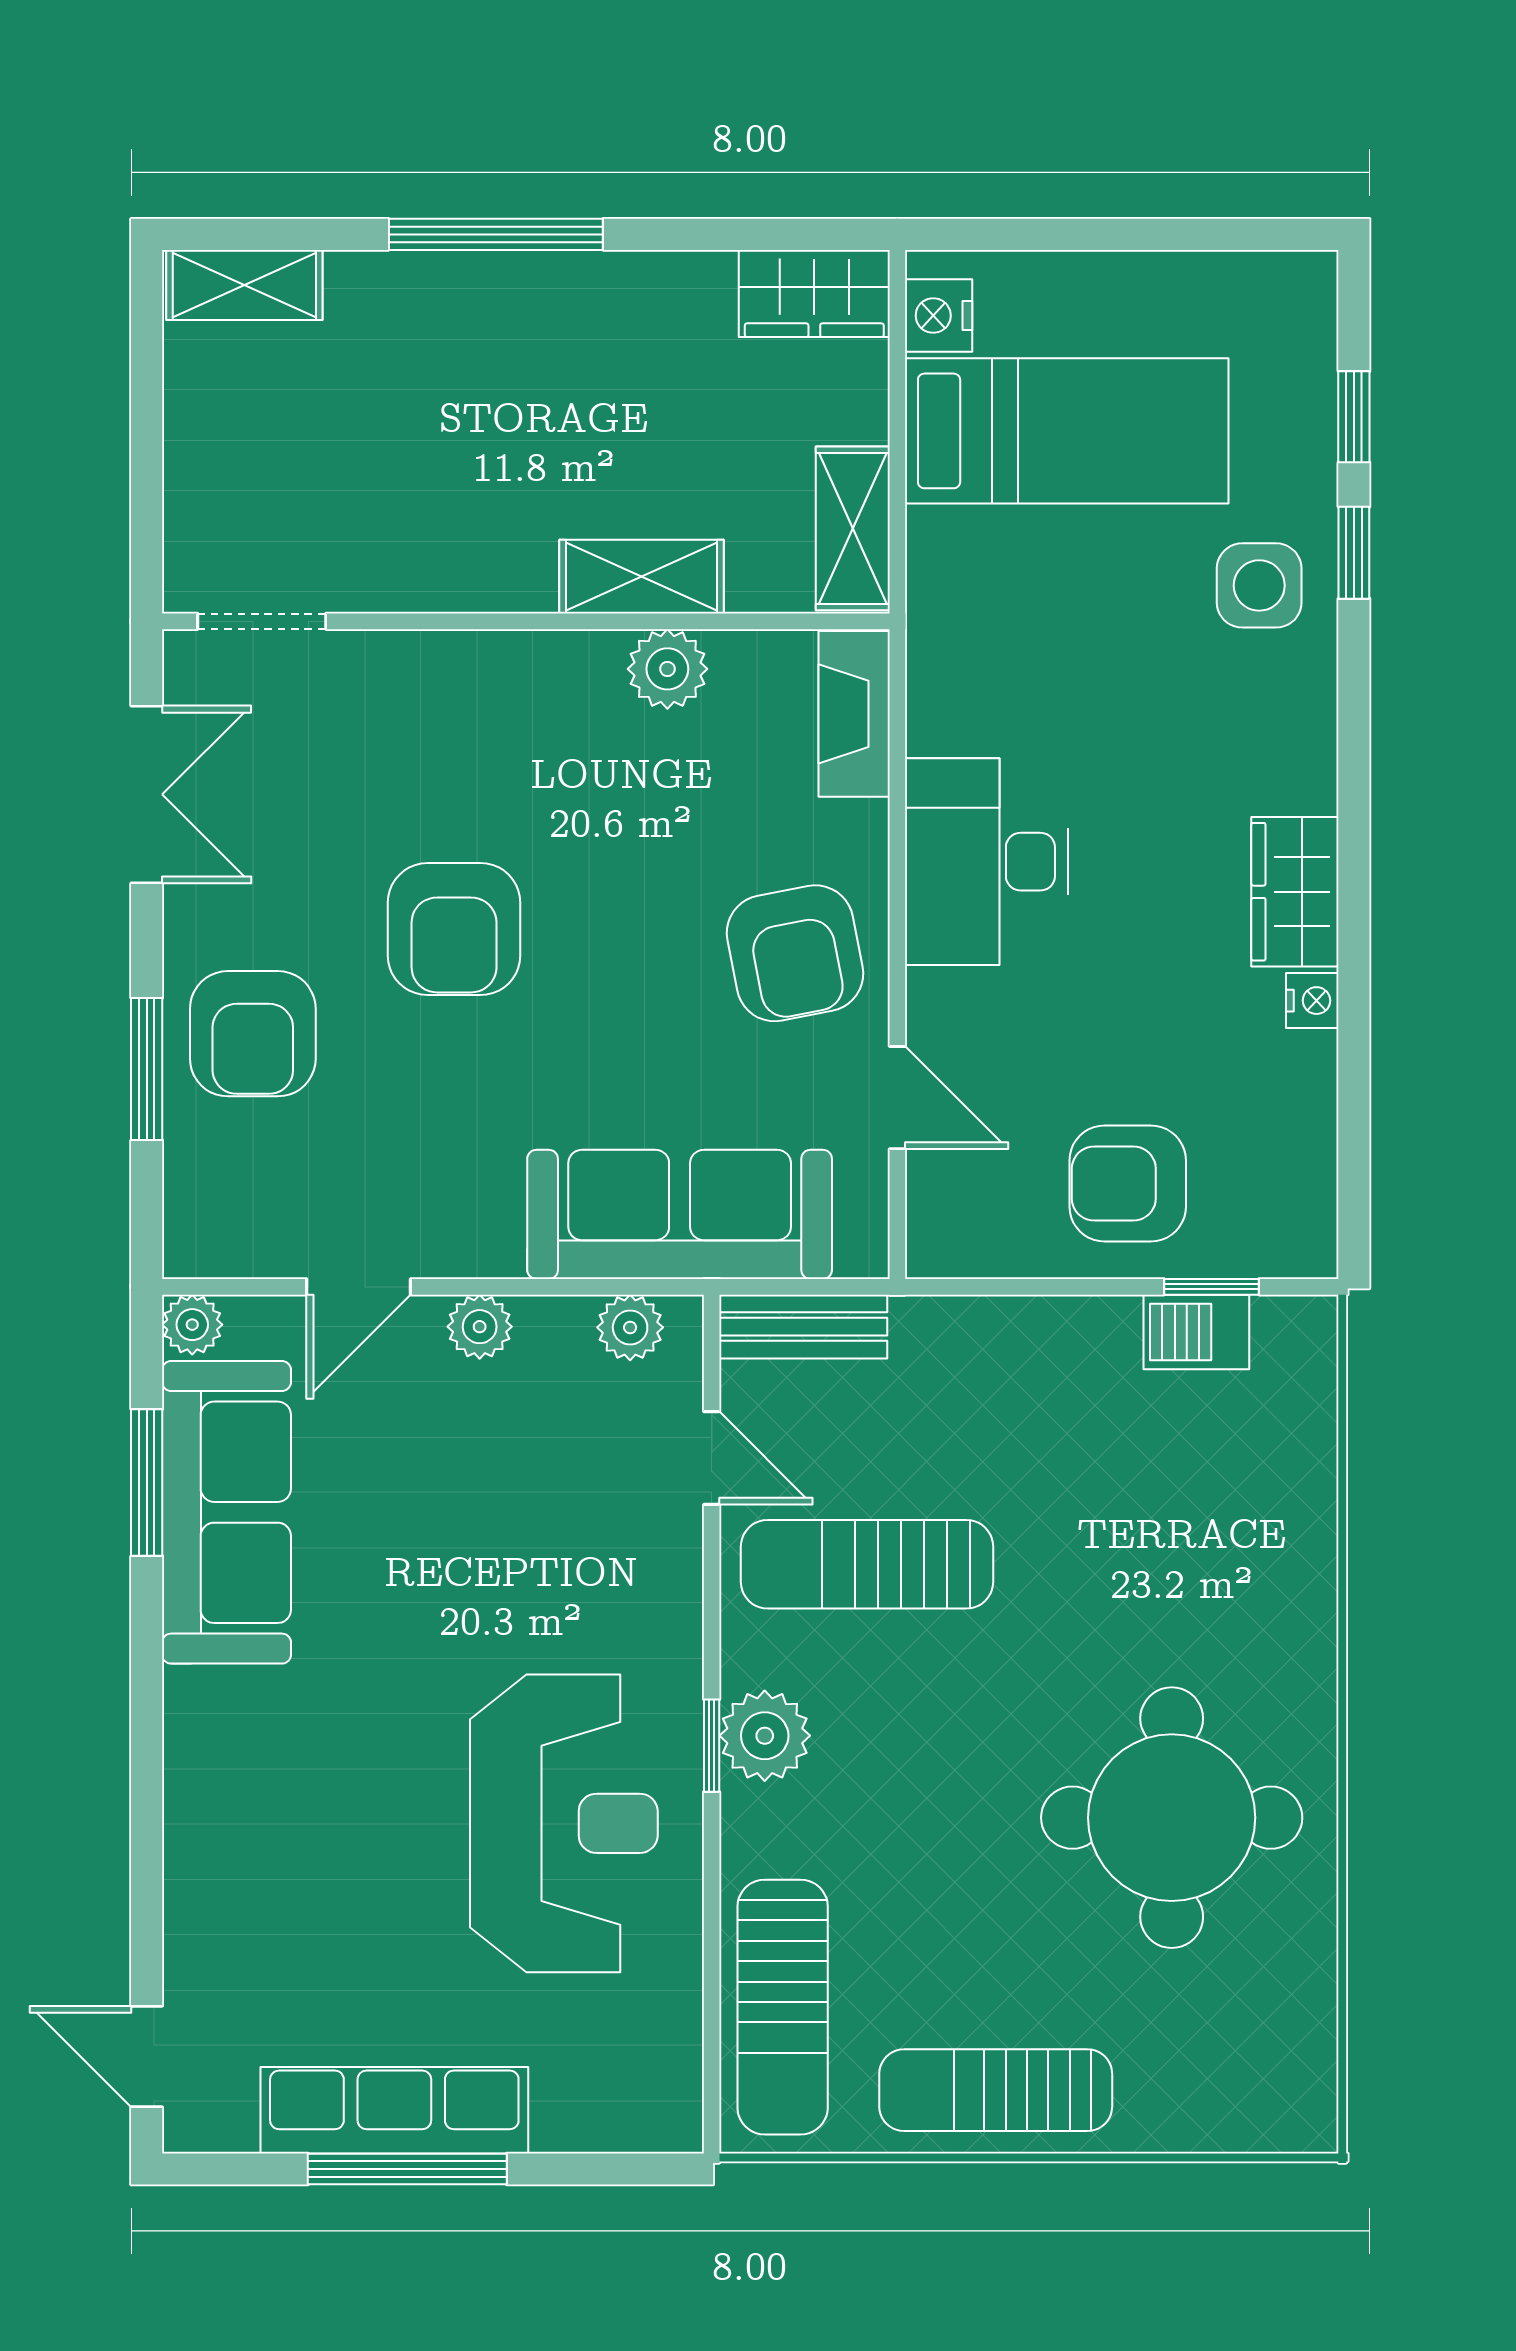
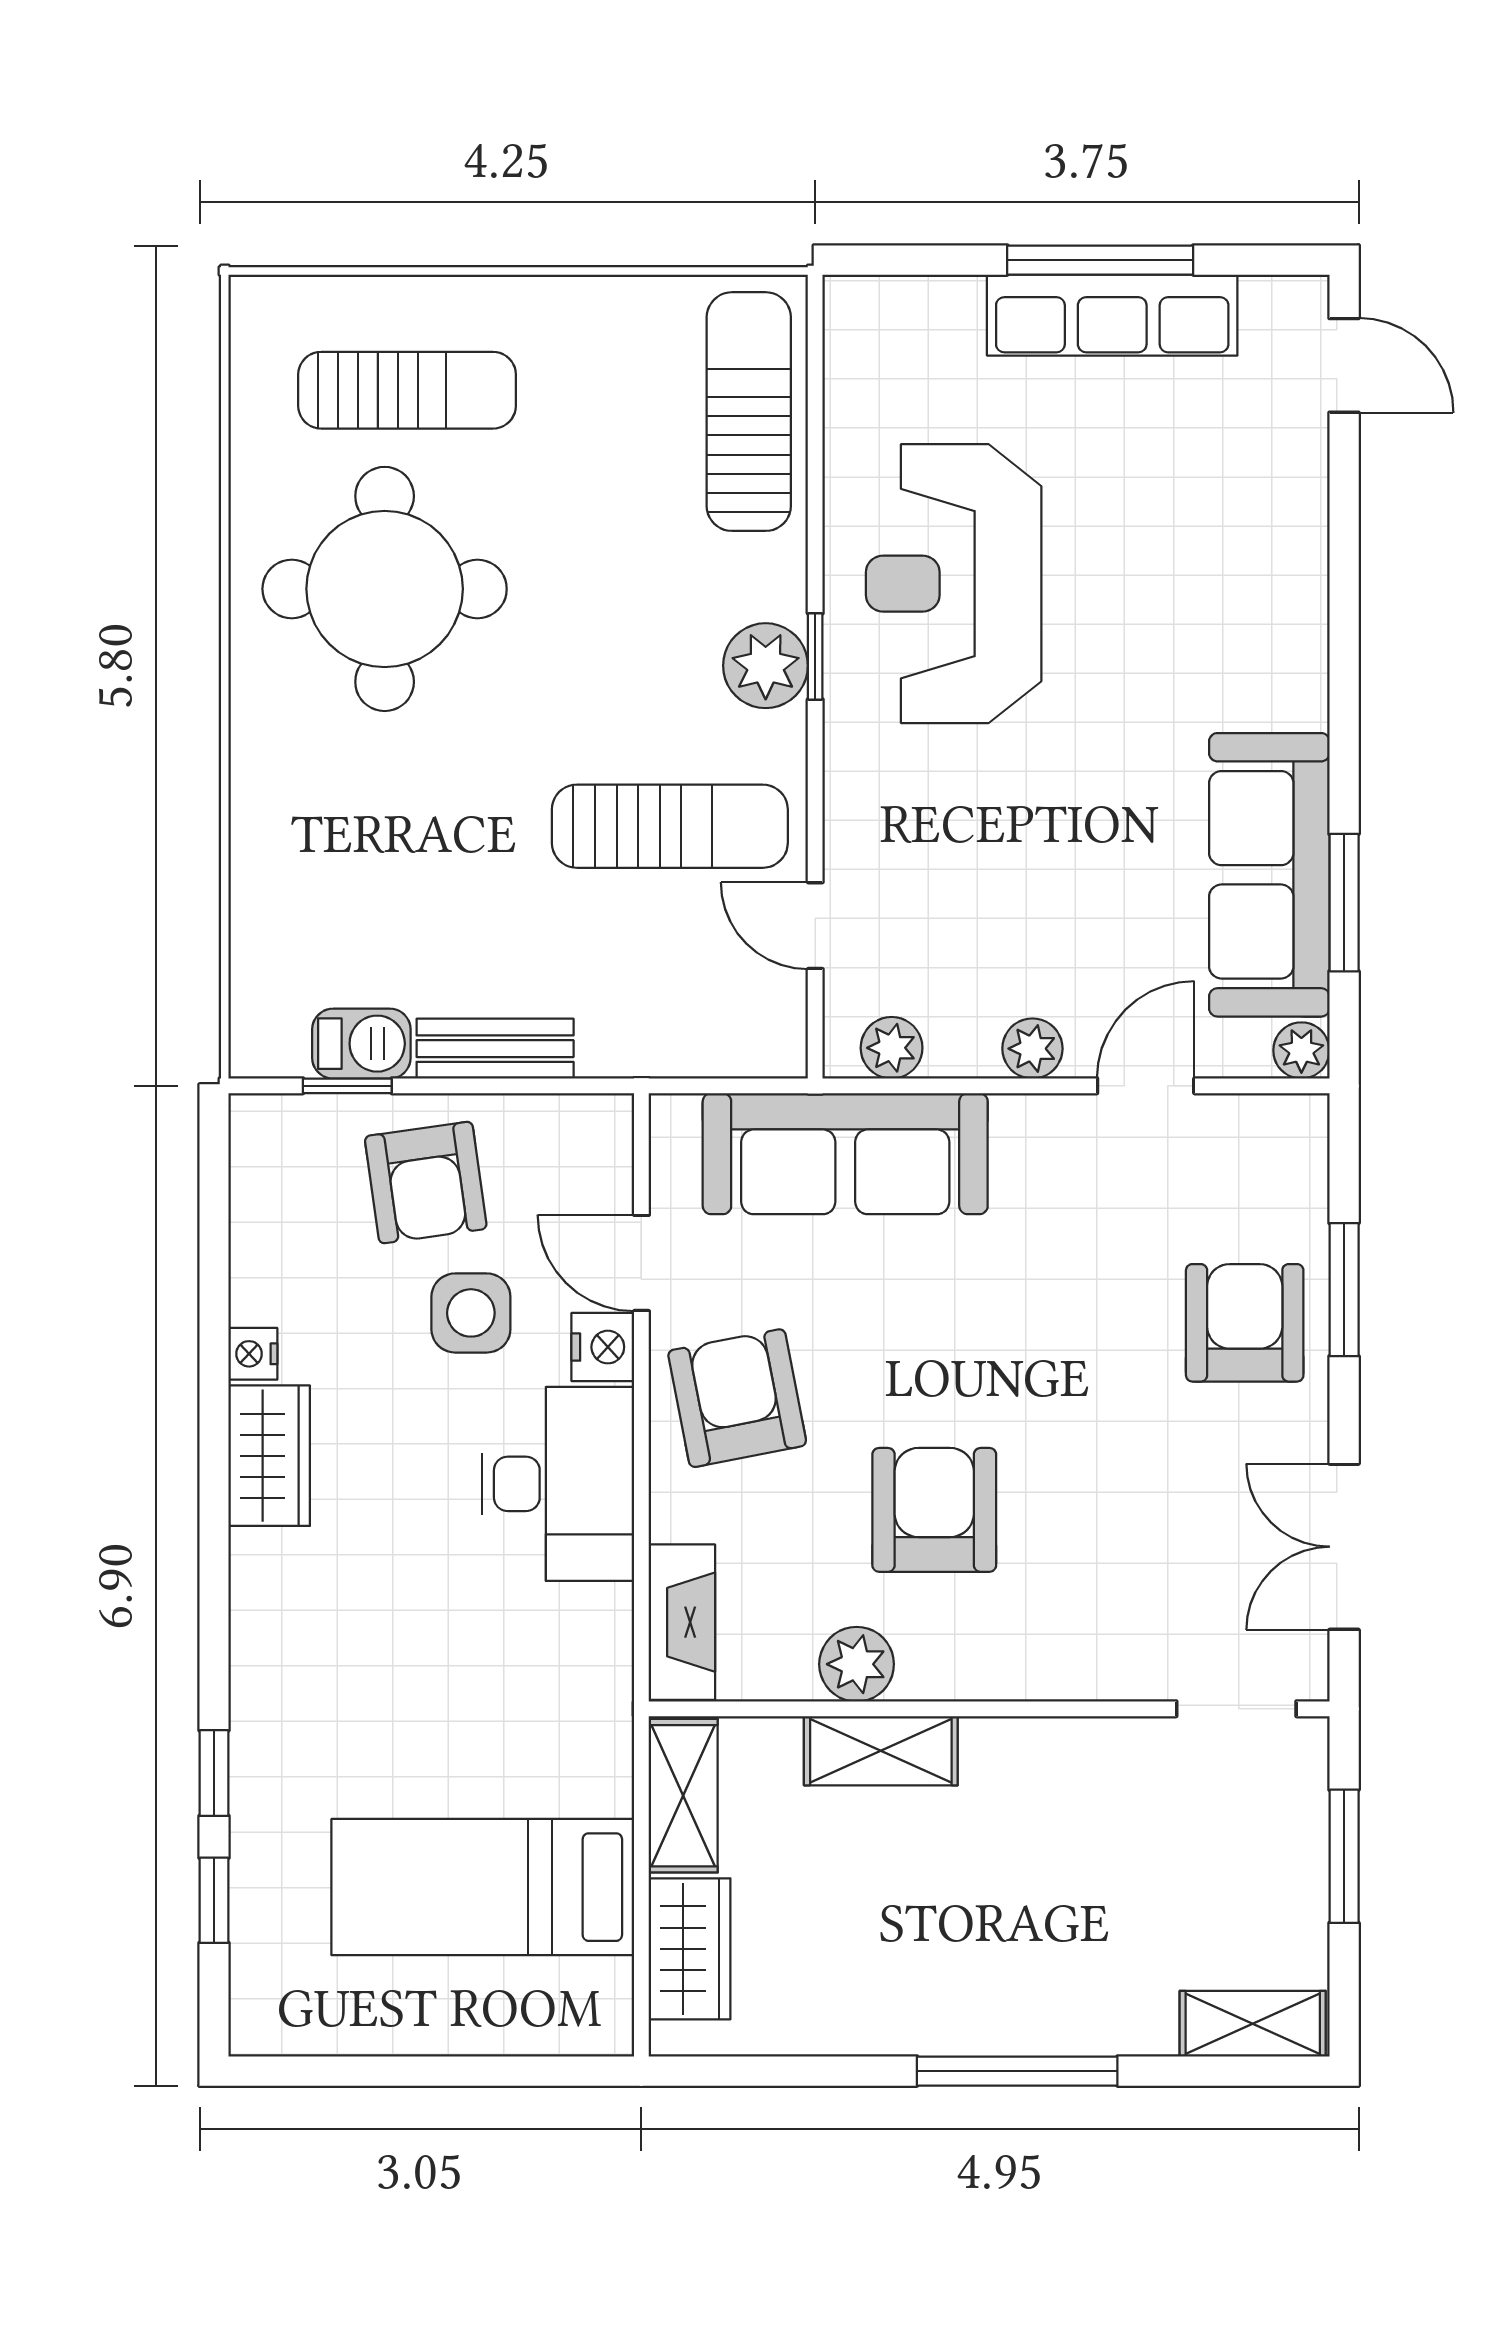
wardrobe: (814, 294) -> (690, 1949), moved, turned 90
nightstand: (939, 316) -> (603, 1347), moved
window: (147, 464) -> (1344, 1856), added
side table: (1259, 585) -> (471, 1313), moved
armchair: (454, 929) -> (934, 1510), moved
armchair: (1128, 1184) -> (426, 1183), turned 82
bench: (803, 1327) -> (495, 1049), moved
sun lounger: (996, 2090) -> (407, 390), moved

